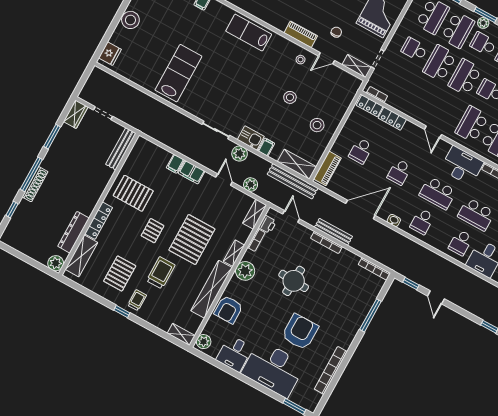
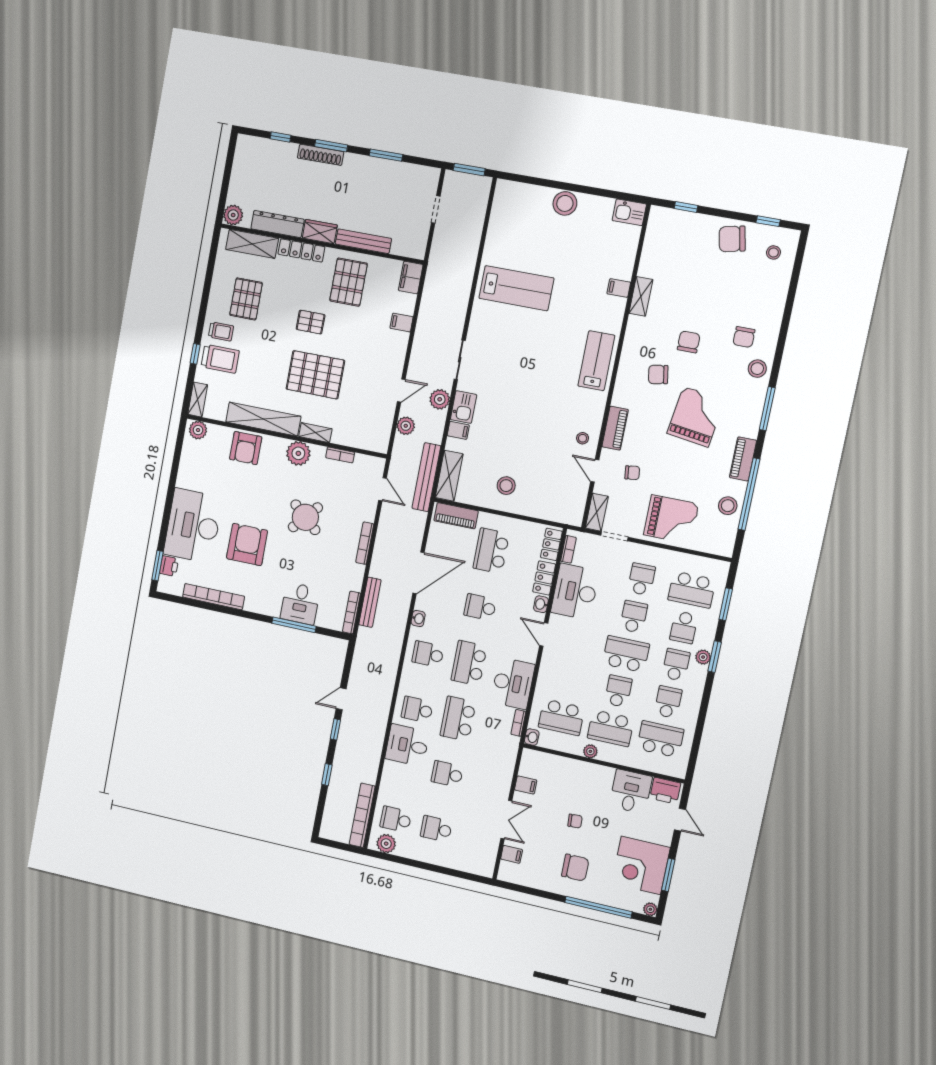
school desk: (458, 30) -> (684, 627), width x0.54
fridge: (110, 54) -> (514, 192), removed
school desk: (440, 63) -> (634, 617), width x0.54
window: (83, 80) -> (469, 170), added
stool: (290, 97) -> (530, 440), removed
desk: (409, 100) -> (575, 592), added
wardrobe: (76, 114) -> (320, 232), moved, turned 180
school desk: (472, 124) -> (569, 680), removed
washbasin: (410, 127) -> (541, 604), added
door: (433, 132) -> (544, 634), hinge flipped
bench: (121, 149) -> (363, 241), moved
school desk: (361, 151) -> (491, 551), width x1.85
filing cabinet: (192, 172) -> (411, 278), moved
window: (31, 174) -> (331, 146), width x0.69
door: (360, 209) -> (418, 573), hinge flipped
shelving: (255, 214) -> (371, 443), removed
door: (291, 217) -> (382, 489), hinge flipped
printer: (267, 224) -> (169, 566), moved, turned -90
bench: (333, 232) -> (370, 602), moved
pallet: (120, 273) -> (246, 299), turned 90
trolley: (161, 273) -> (220, 359), moved
round table: (294, 281) -> (305, 517), turned 38
window: (411, 284) -> (335, 729), moved
armchair: (229, 310) -> (246, 448), turned -90
window: (122, 311) -> (195, 354), moved
armchair: (300, 332) -> (247, 545), turned -90
desk: (234, 353) -> (300, 603), moved, turned -90

